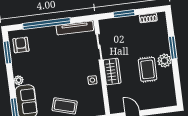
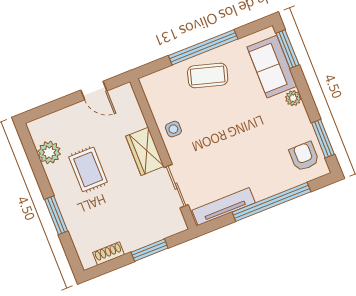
armchair: (21, 45) -> (304, 156), turned 180
plant: (164, 61) -> (49, 152), moved

